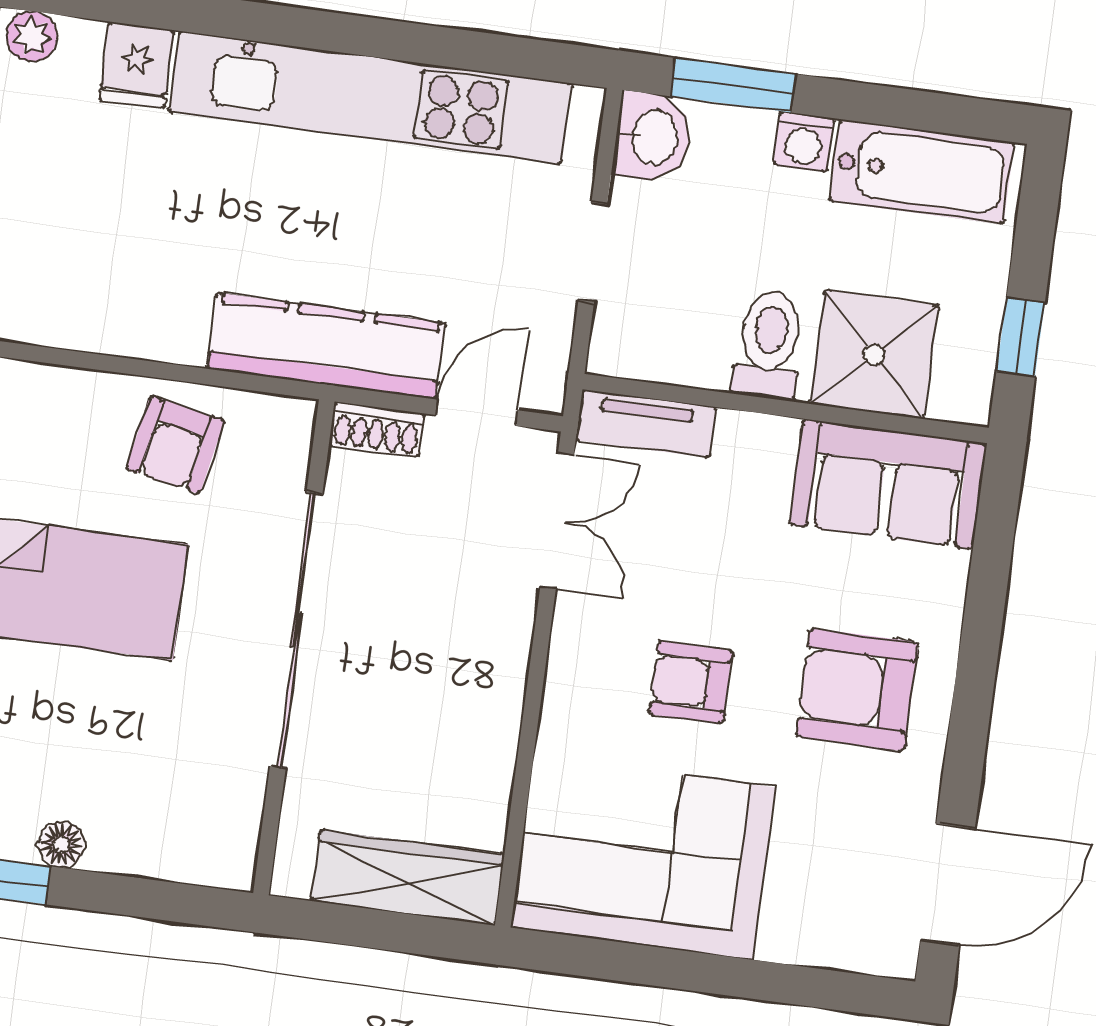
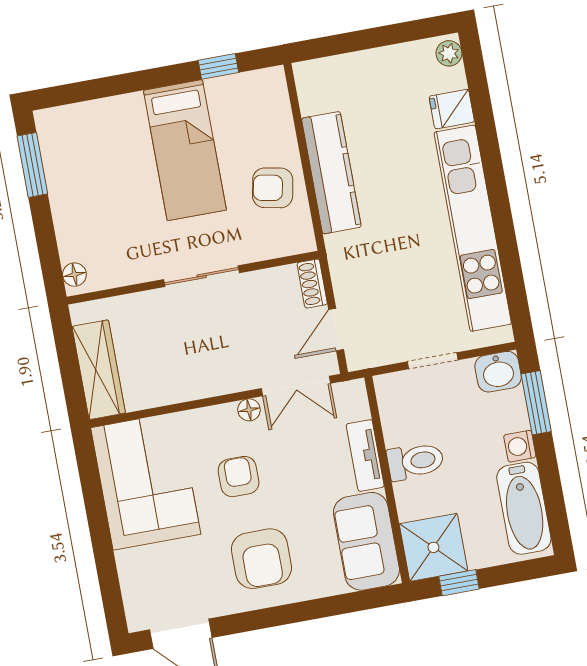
kitchen counter: (327, 346) -> (331, 173), moved
shower: (874, 354) -> (433, 547), moved
door: (477, 413) -> (336, 330), swing flipped
tv unit: (646, 424) -> (365, 455), moved
floor lamp: (573, 623) -> (249, 410), added
sliding door: (296, 630) -> (202, 276), width x0.54
armchair: (857, 689) -> (261, 559), turned 180
floor lamp: (61, 845) -> (74, 275), moved

